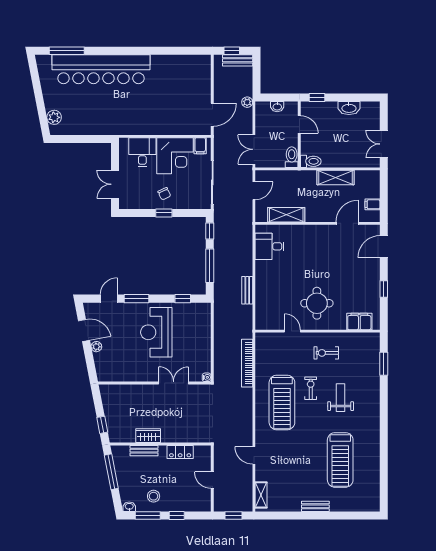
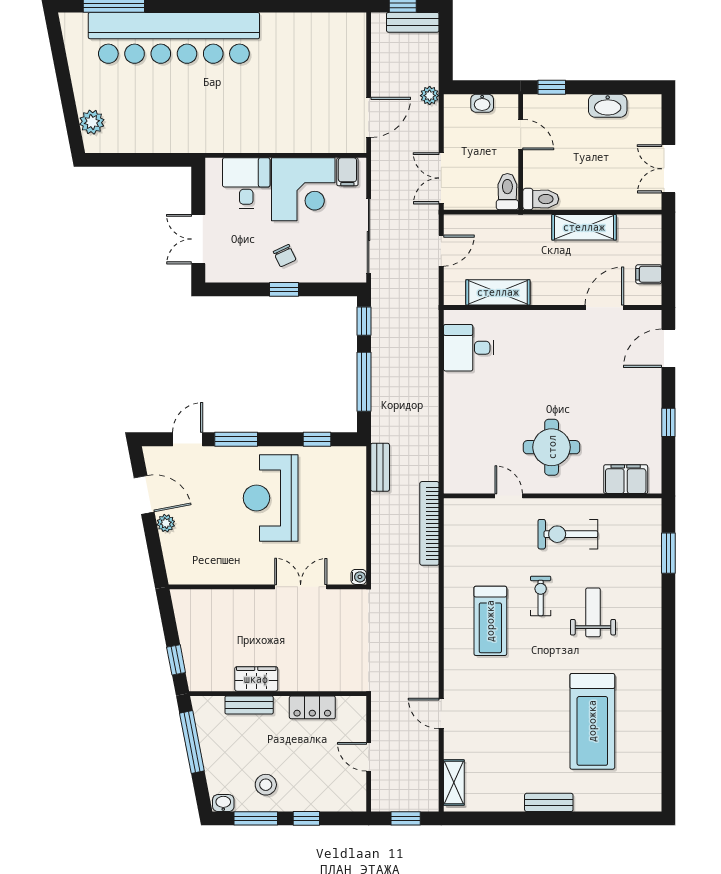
bench: (247, 290) -> (380, 467), moved
exercise bike: (326, 353) -> (568, 534), width x1.38, depth x1.39
bookcase: (247, 363) -> (429, 523), moved
treadmill: (282, 402) -> (490, 621), width x0.73, depth x0.73

